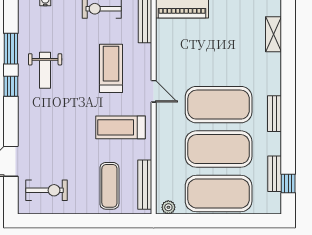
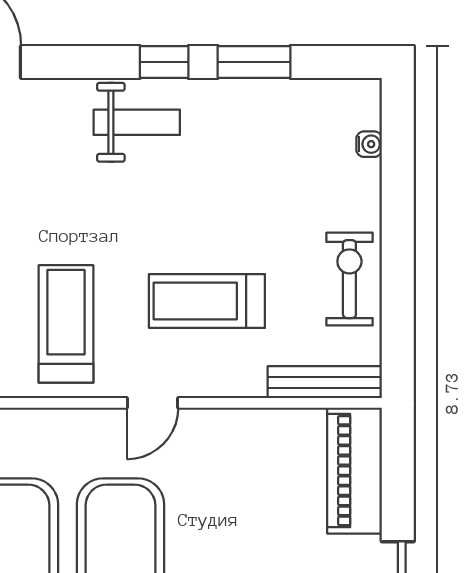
treadmill: (111, 68) -> (207, 301), turned 180
weight bench: (45, 70) -> (137, 122), moved, turned 180

